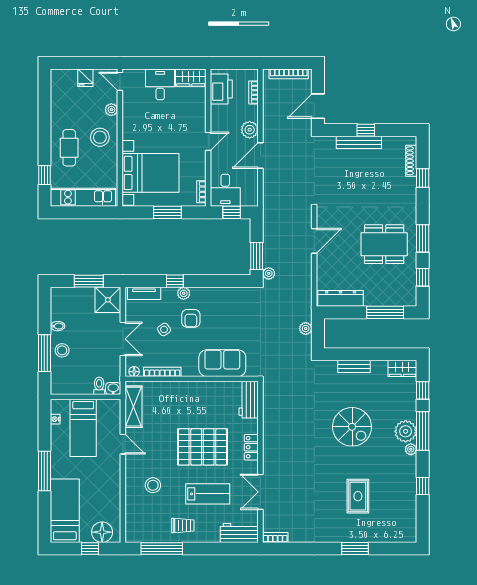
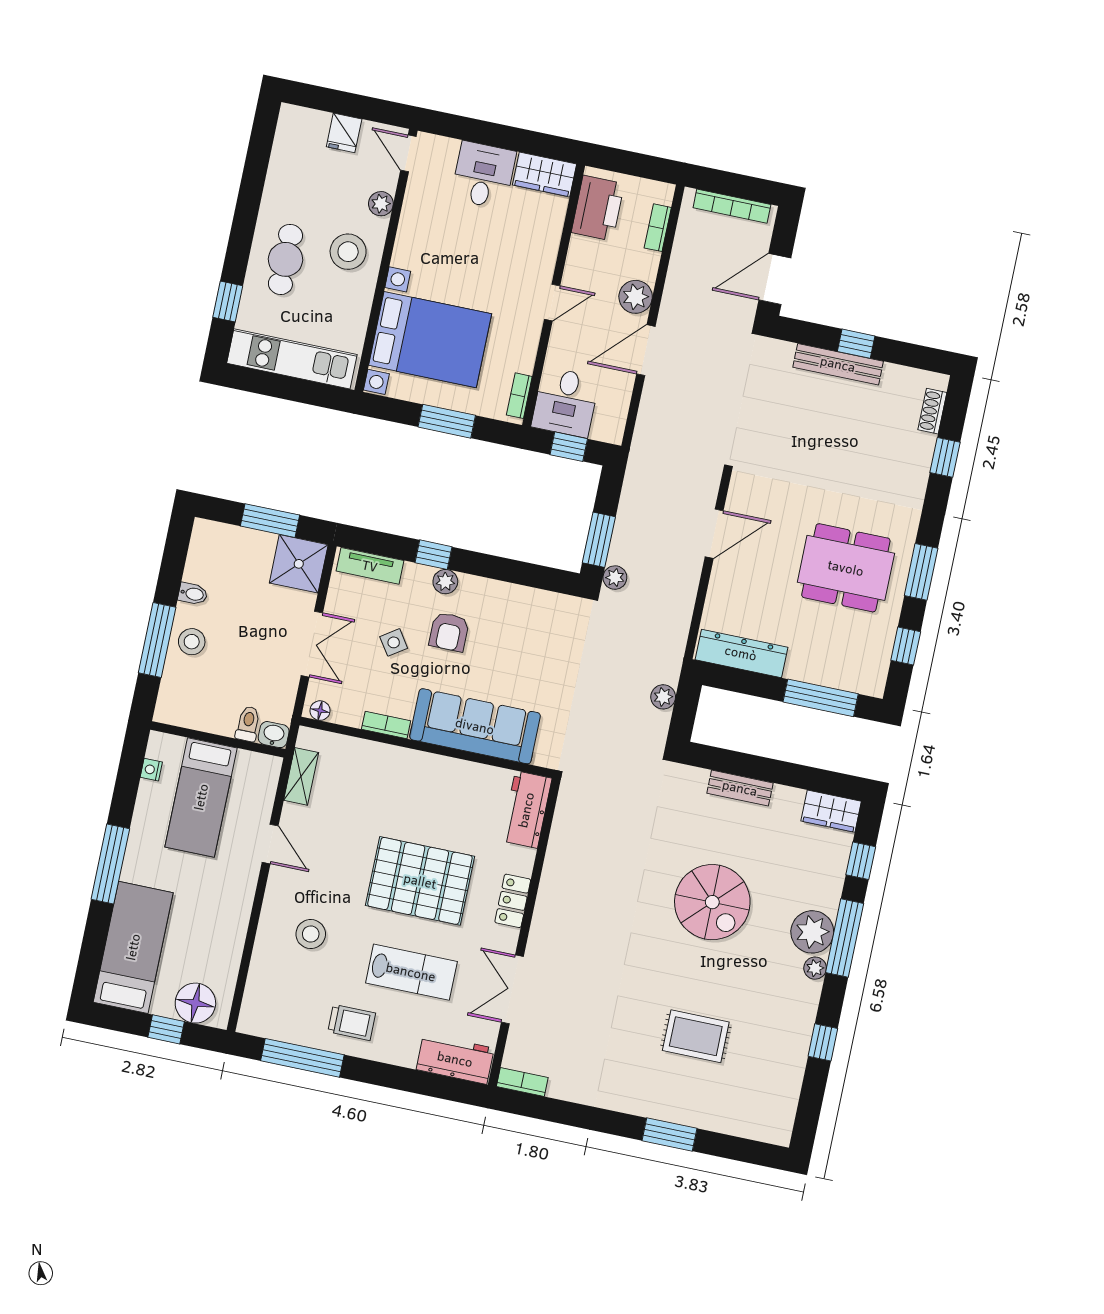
shoe rack: (411, 161) -> (932, 411), width x0.70
sofa: (222, 363) -> (475, 726), width x1.36
bookcase: (162, 372) -> (386, 725), width x0.64
shelving: (134, 407) -> (301, 776), width x0.67, depth x0.75
rug: (358, 496) -> (696, 1036), turned 90

